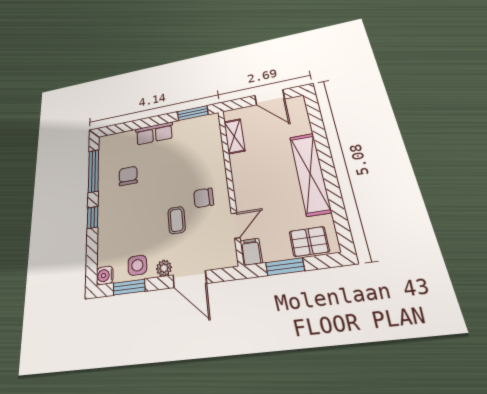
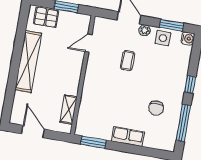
chair: (204, 198) -> (104, 70), removed
filing cabinet: (251, 252) -> (84, 22), removed

